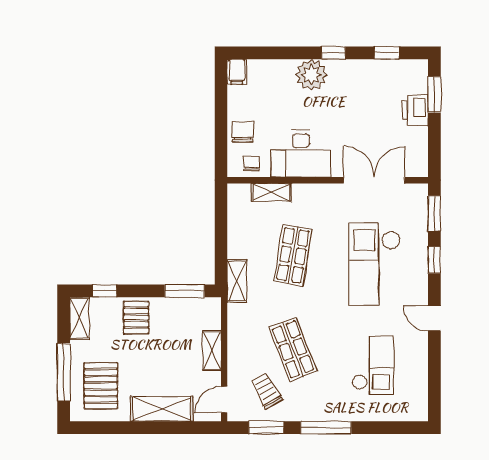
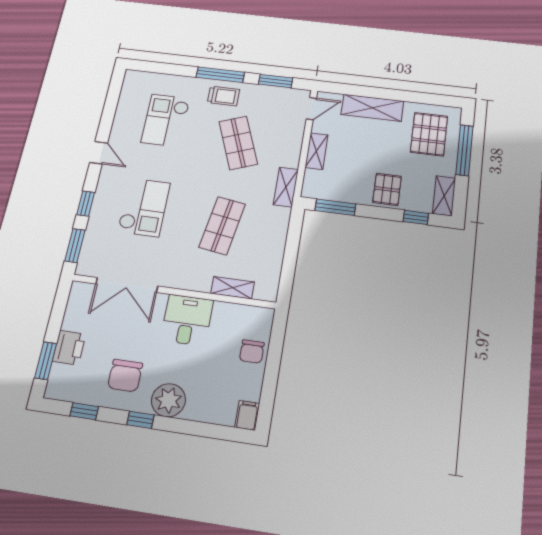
desk: (301, 154) -> (187, 320), width x0.73
chair: (251, 164) -> (125, 375), moved, width x1.87, depth x1.87
checkout: (375, 264) -> (144, 207), width x0.73, depth x0.83
shelving: (237, 281) -> (286, 187), moved
trolley: (267, 391) -> (223, 96), moved, turned -61

